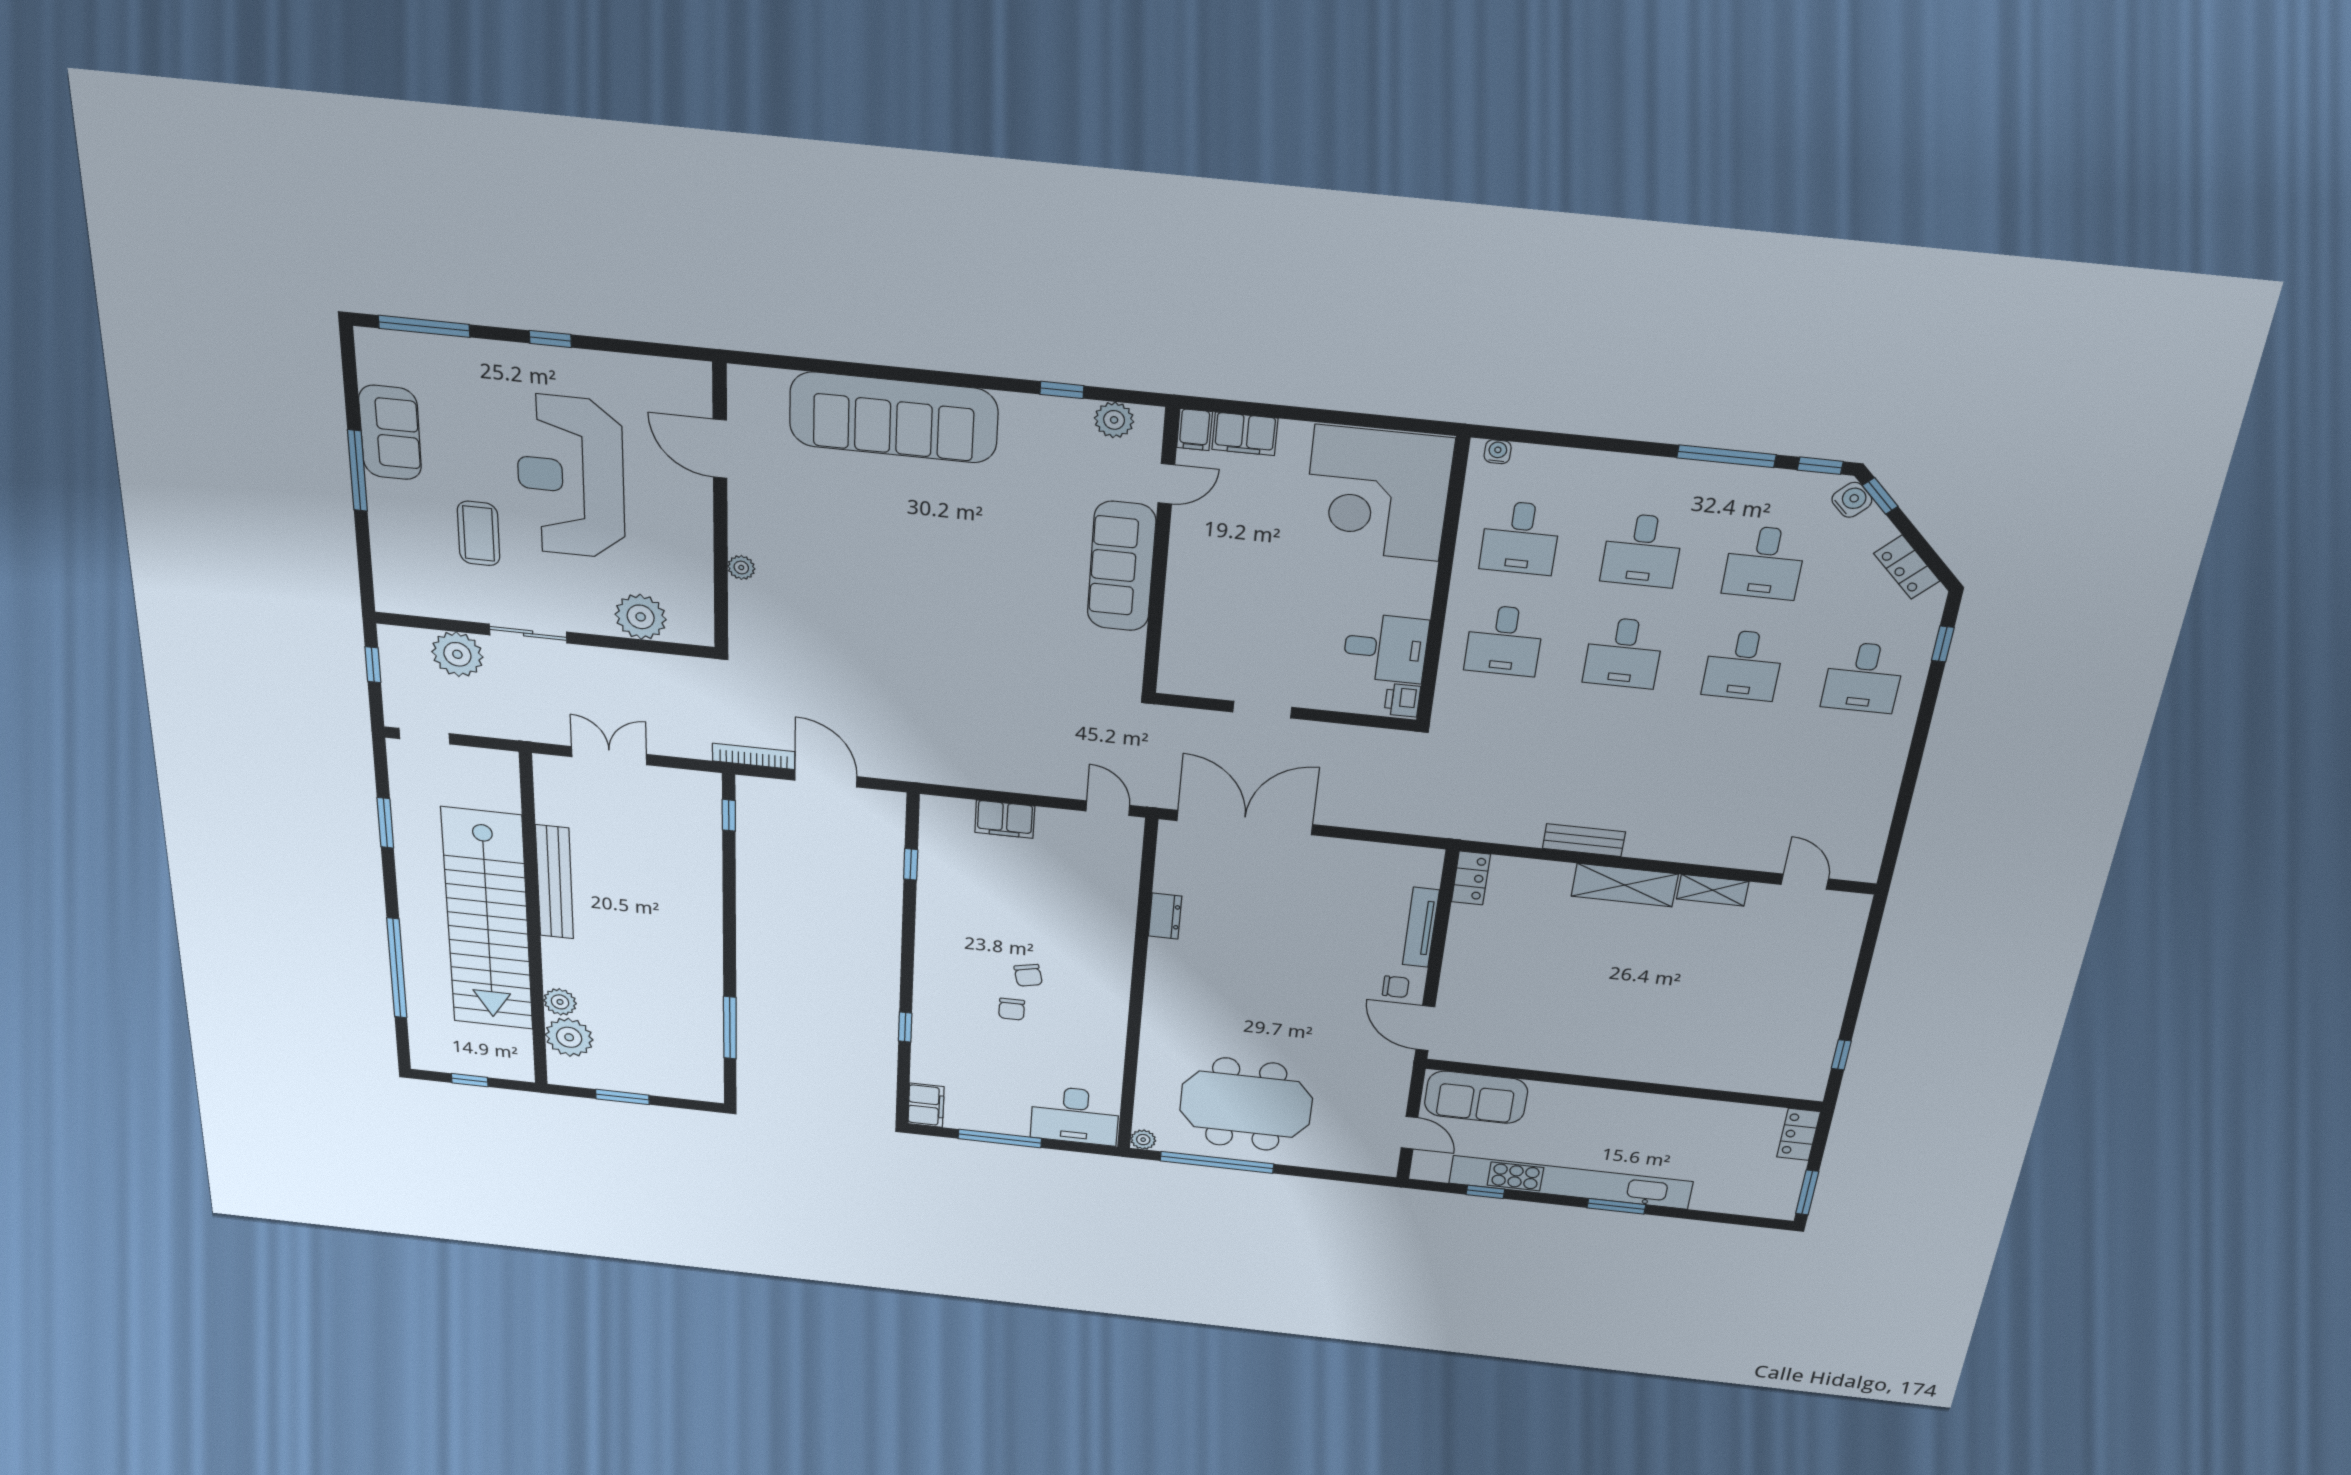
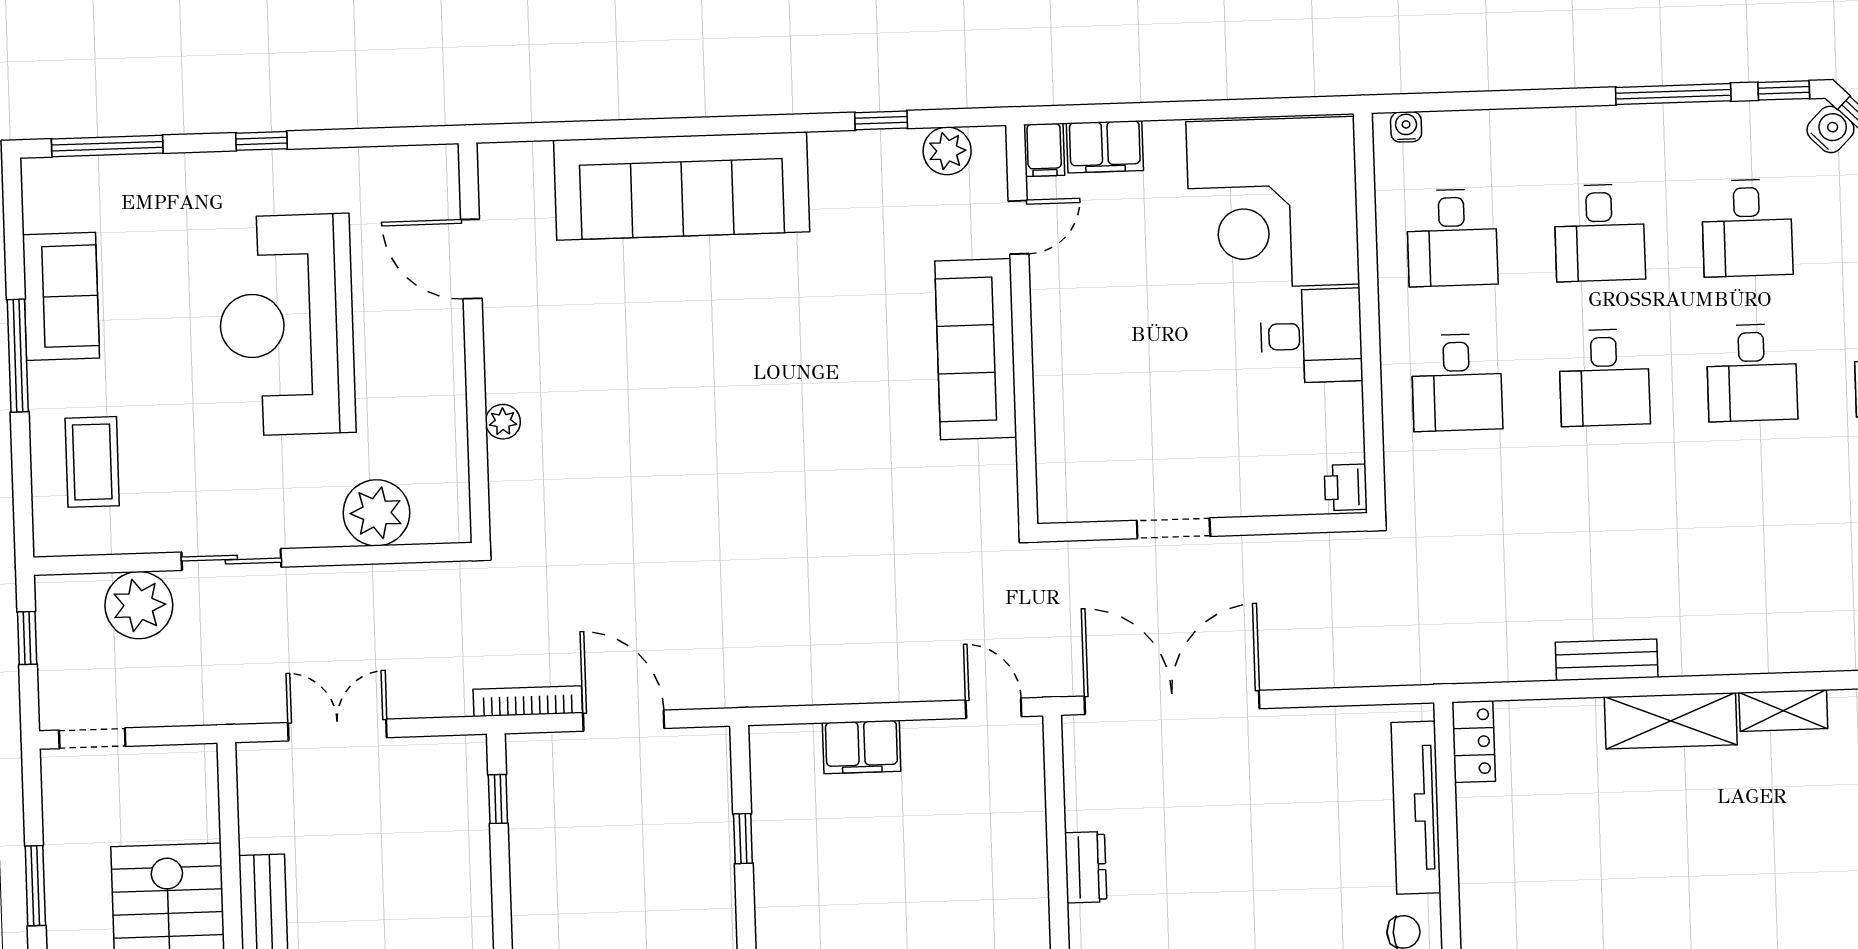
coffee table: (479, 533) -> (92, 462), moved
desk: (1385, 648) -> (1311, 336), moved
tv unit: (1421, 927) -> (1416, 808), width x1.36, depth x1.29

